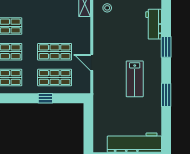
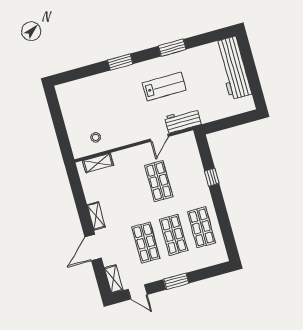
workbench: (154, 24) -> (183, 121), moved, turned 180
shop shelf: (55, 78) -> (187, 173), removed

